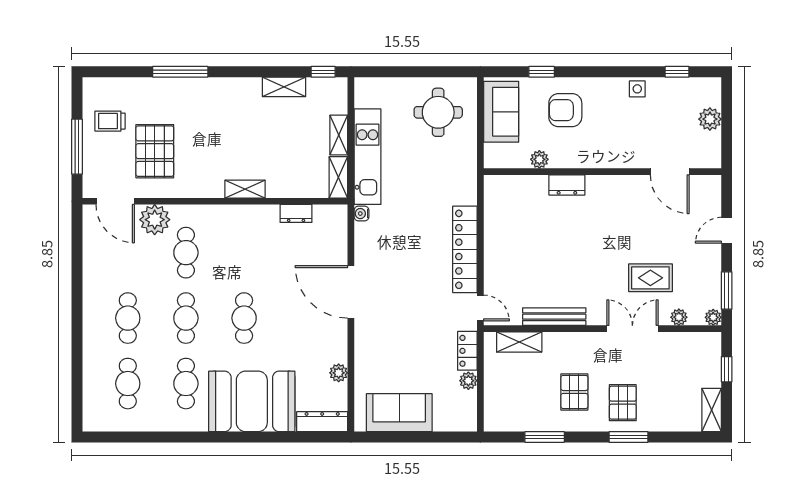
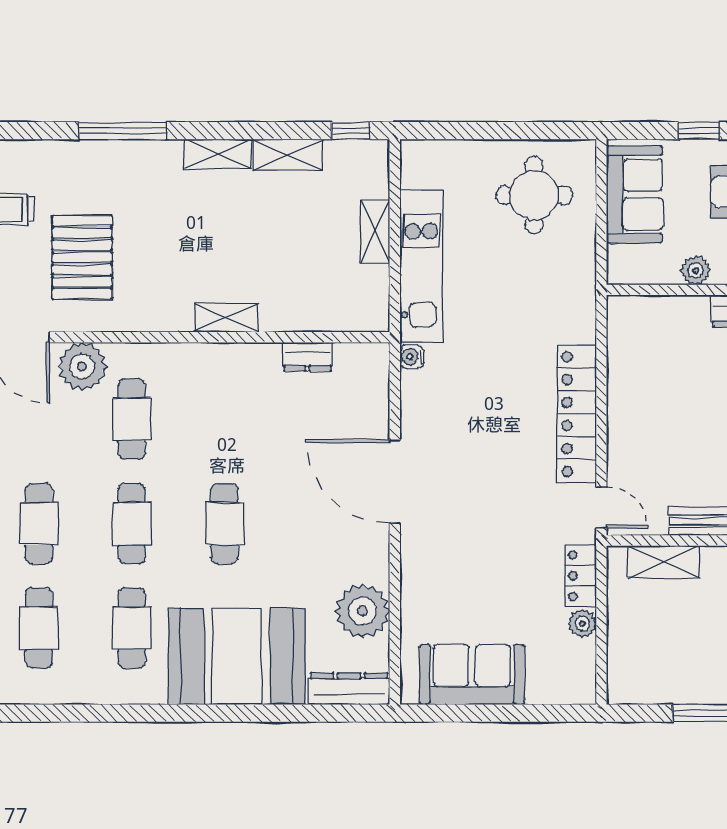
shelving: (338, 177) -> (218, 154), moved, turned 90
plant: (339, 373) -> (363, 611), width x1.87, depth x1.87

